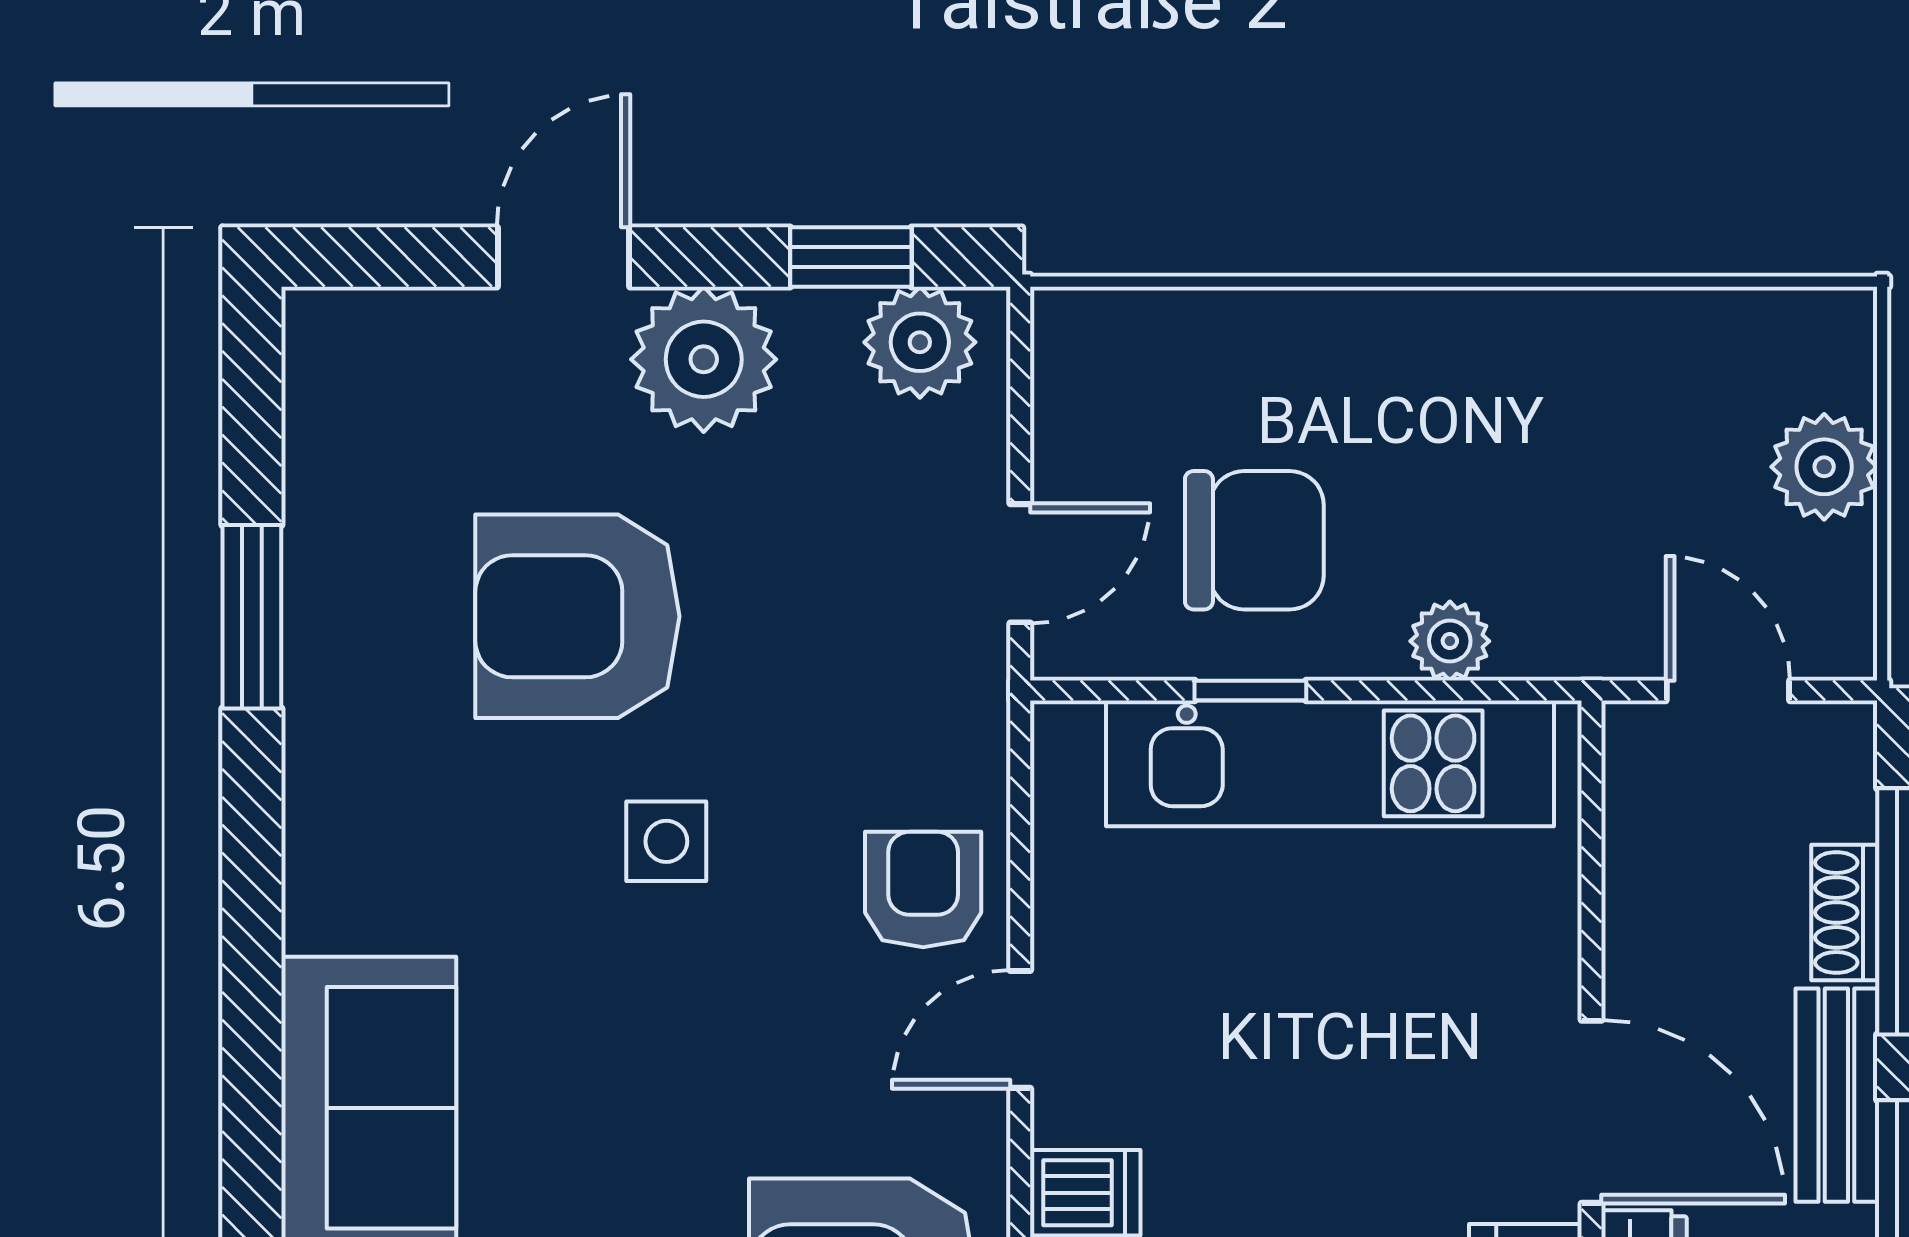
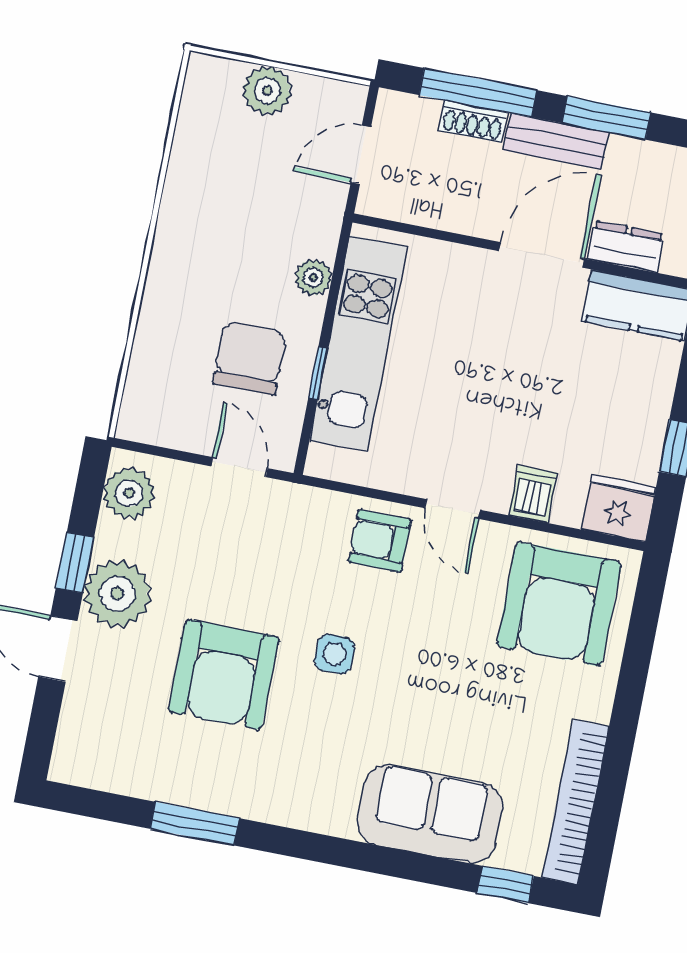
window: (851, 257) -> (75, 563), moved

